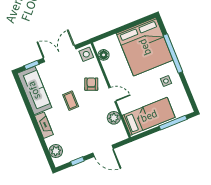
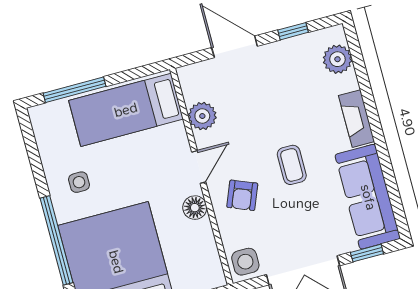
floor lamp: (104, 55) -> (195, 208), moved
door: (113, 95) -> (199, 167), swing flipped

